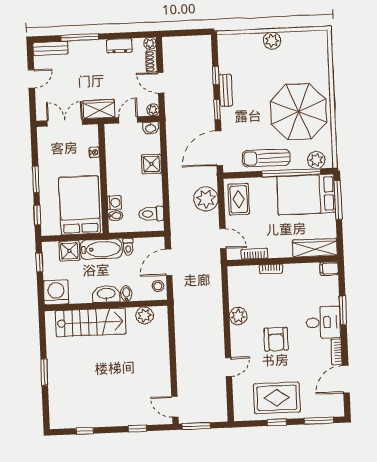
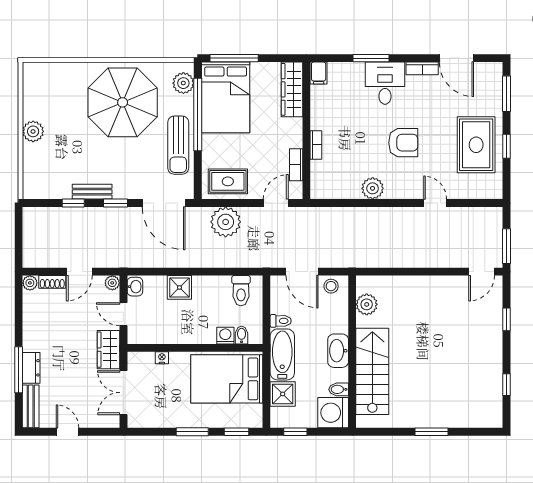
dresser: (119, 46) -> (31, 368), moved
bidet: (126, 294) -> (339, 389), moved

